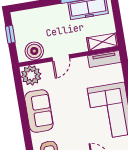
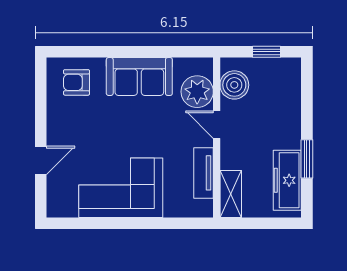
tv unit: (104, 59) -> (204, 173), moved
plant: (31, 75) -> (197, 92), moved

